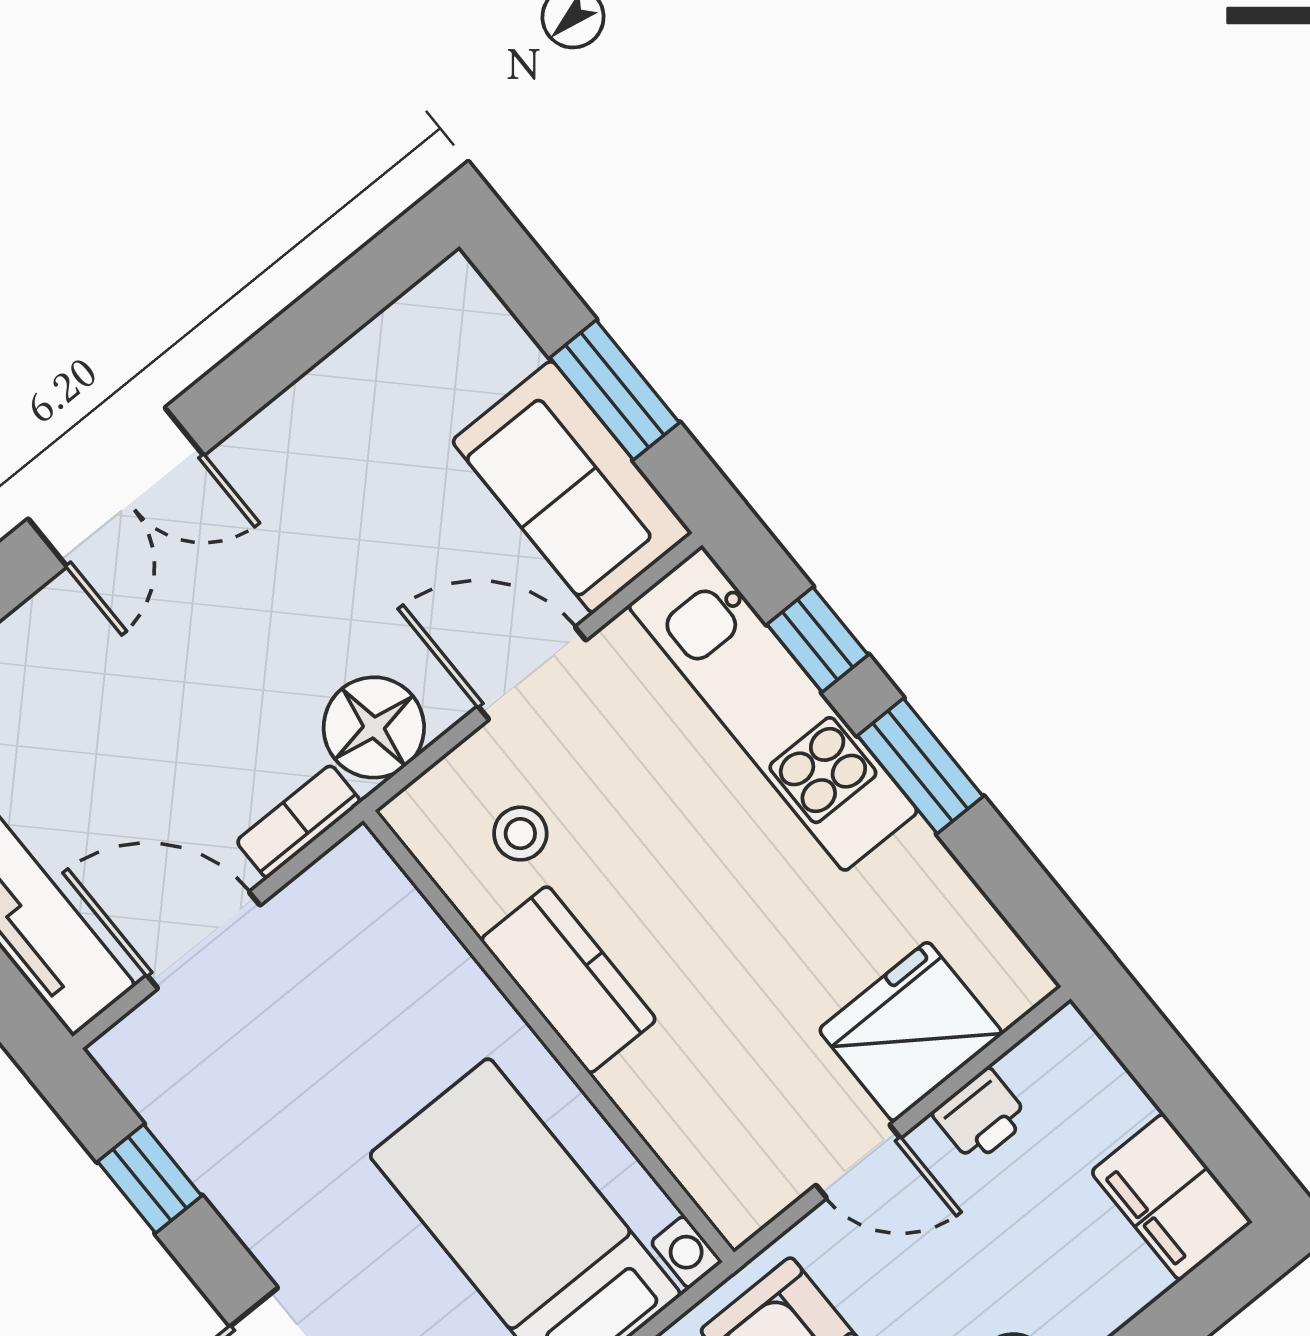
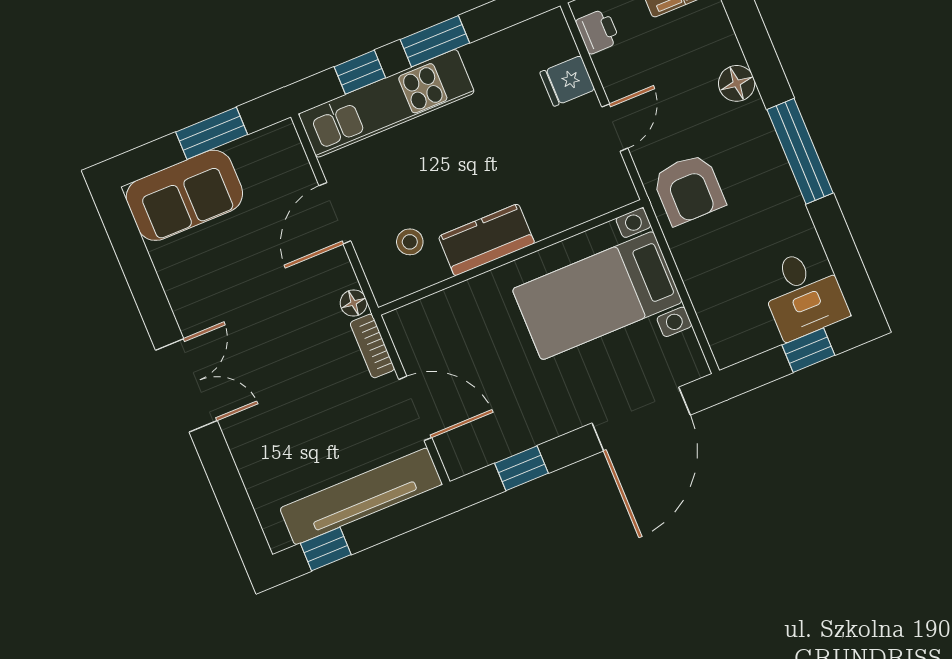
sofa: (572, 487) -> (184, 195), moved
floor lamp: (374, 727) -> (354, 303), width x0.53, depth x0.53
door: (203, 940) -> (415, 408), swing flipped
fridge: (911, 1032) -> (567, 81), width x0.53, depth x0.75
printer: (981, 1116) -> (598, 31), moved

